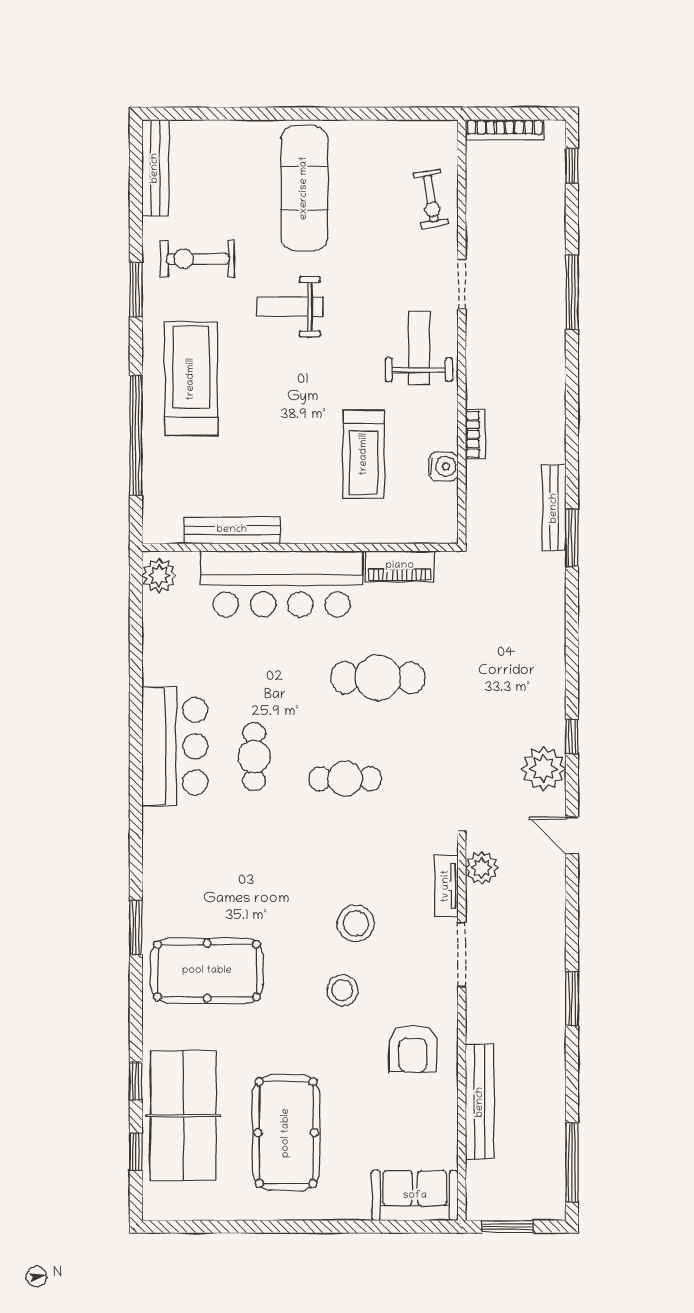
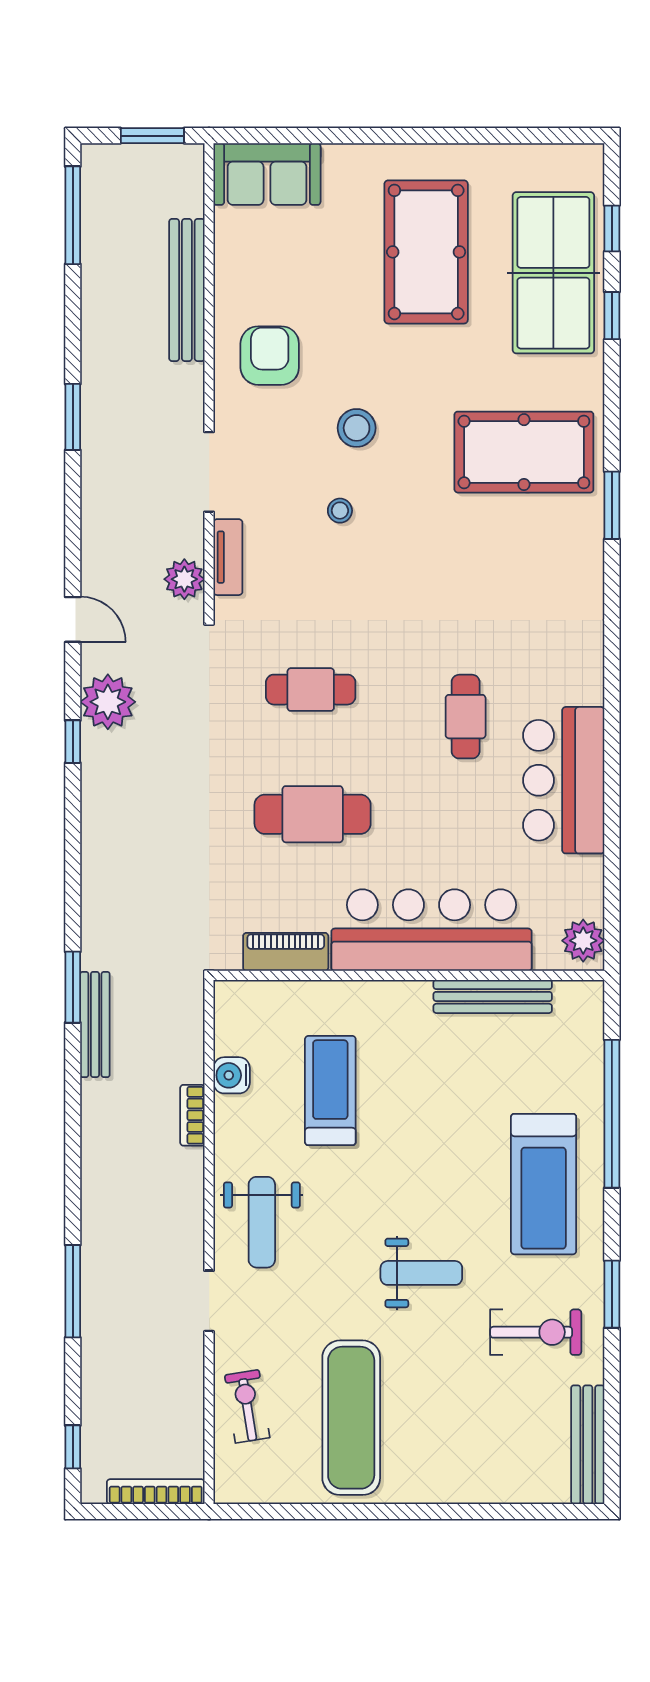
exercise mat: (304, 188) -> (351, 1418), moved
bar counter: (175, 746) -> (564, 780), moved
cafe table: (345, 779) -> (311, 690), moved
stool: (356, 923) -> (340, 511), width x0.53, depth x0.53

